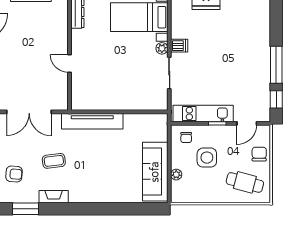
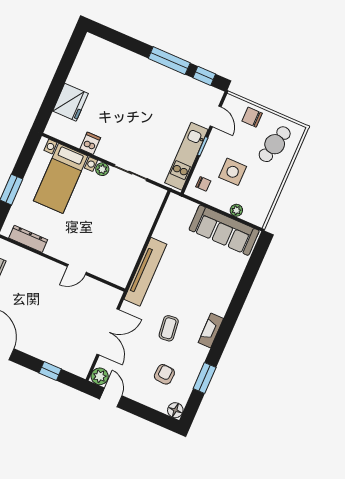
dishwasher: (179, 46) -> (90, 143), moved
fireplace: (54, 197) -> (211, 330), moved

